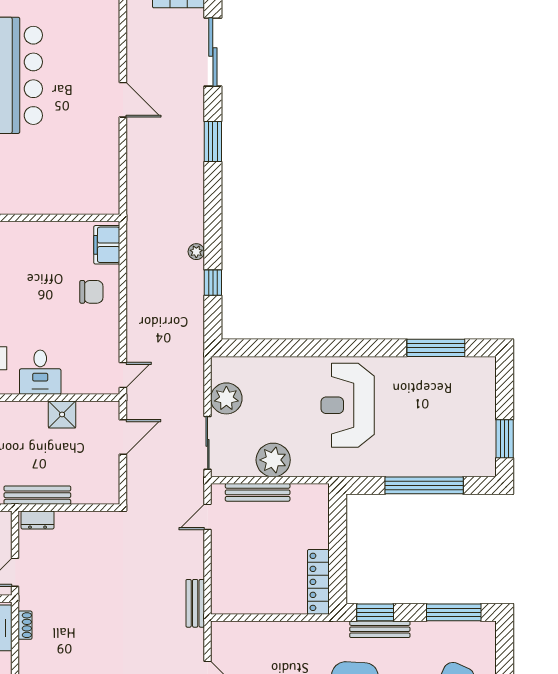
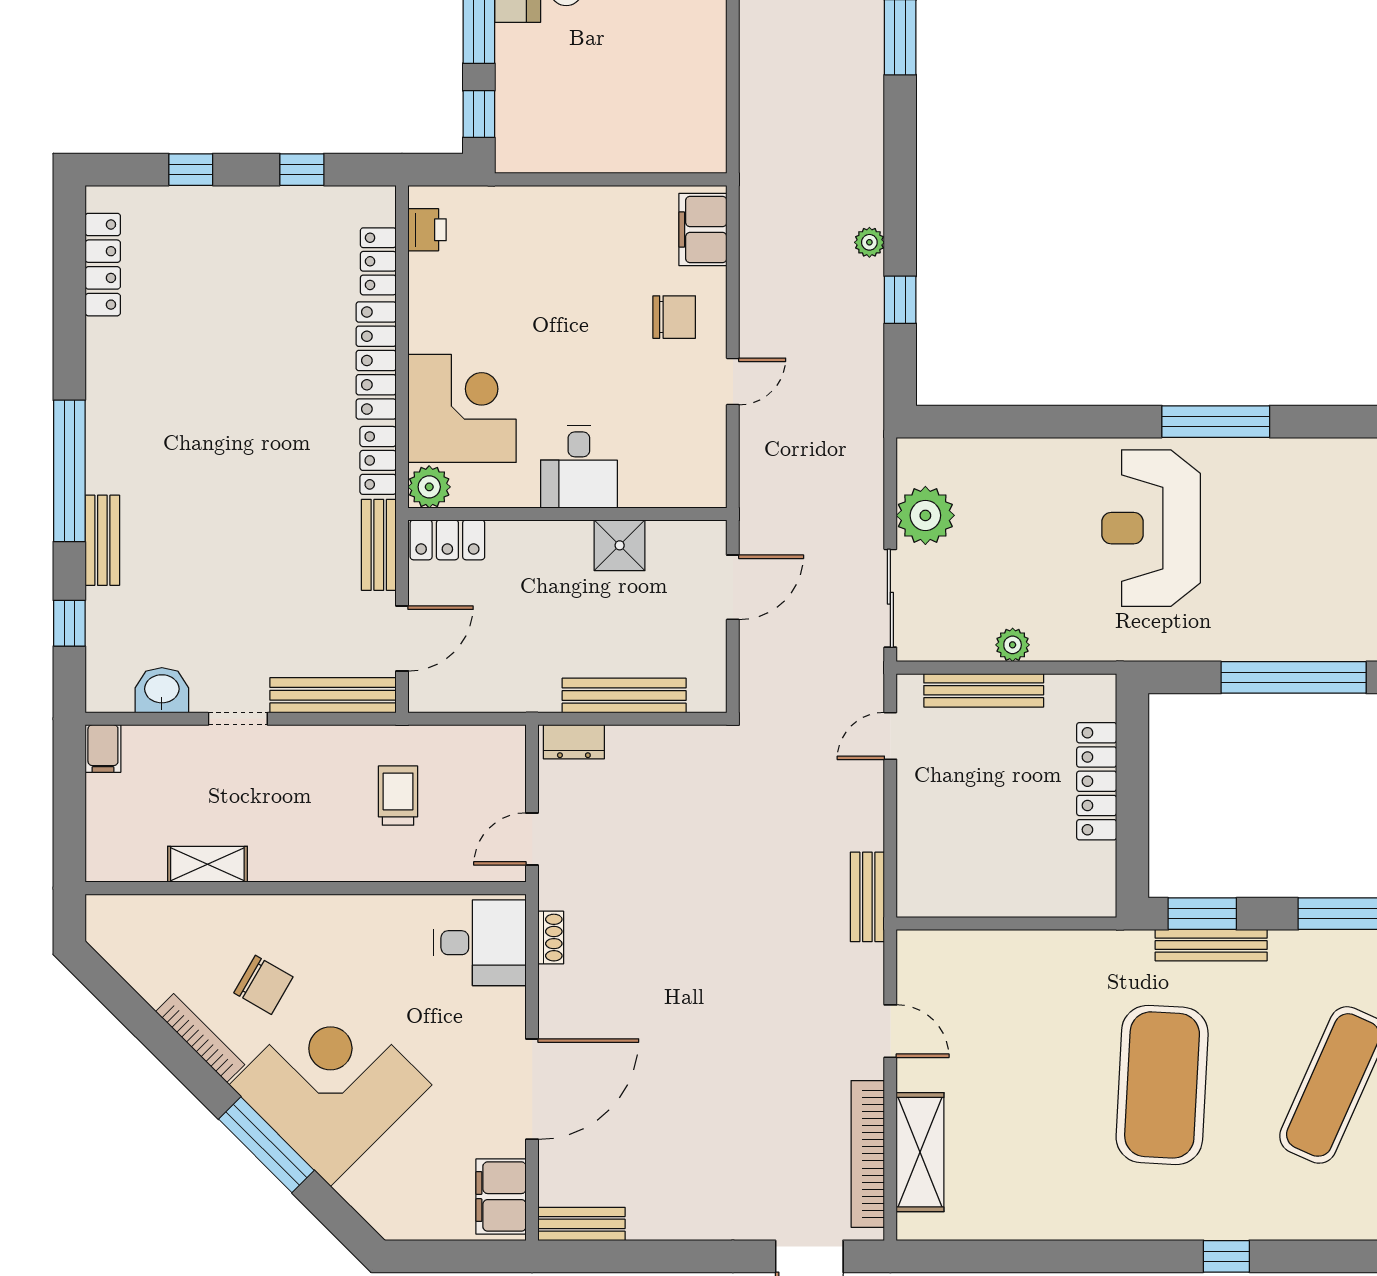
window: (436, 348) -> (1216, 422), moved
door: (123, 375) -> (733, 382), moved
plant: (273, 460) -> (1013, 645), width x0.53, depth x0.53
bench: (37, 495) -> (624, 696), moved
locker: (318, 582) -> (1097, 781), moved

